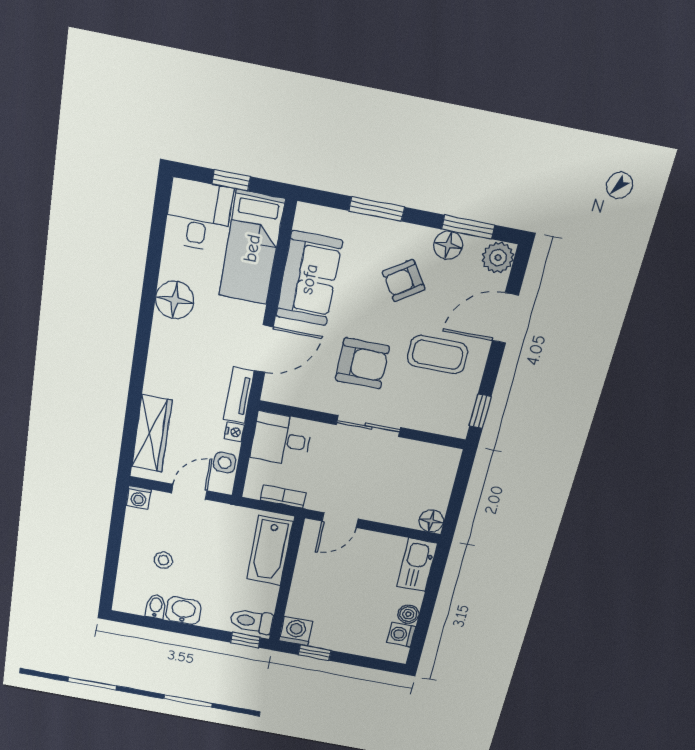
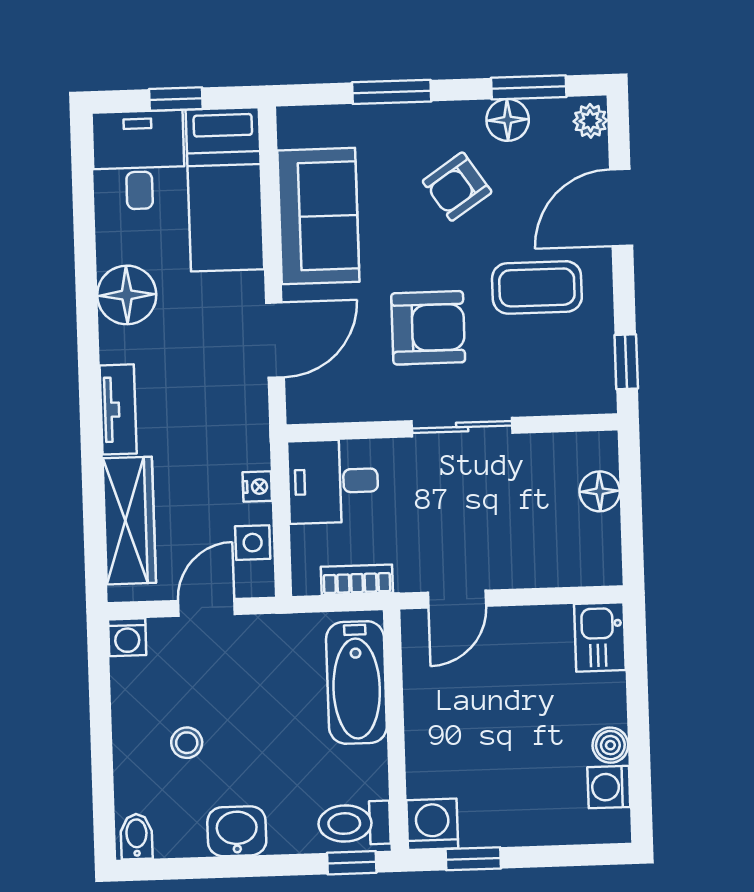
plant: (498, 258) -> (590, 121), width x0.73, depth x0.73
tv unit: (239, 395) -> (118, 409), moved, turned 180
floor lamp: (431, 521) -> (600, 491), moved
kitchen sink: (417, 565) -> (600, 637), width x0.73
bidet: (156, 607) -> (137, 837), moved

